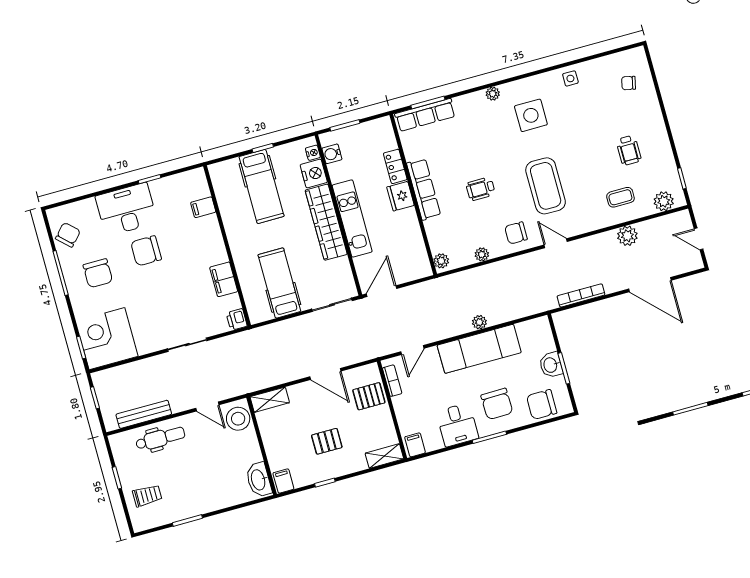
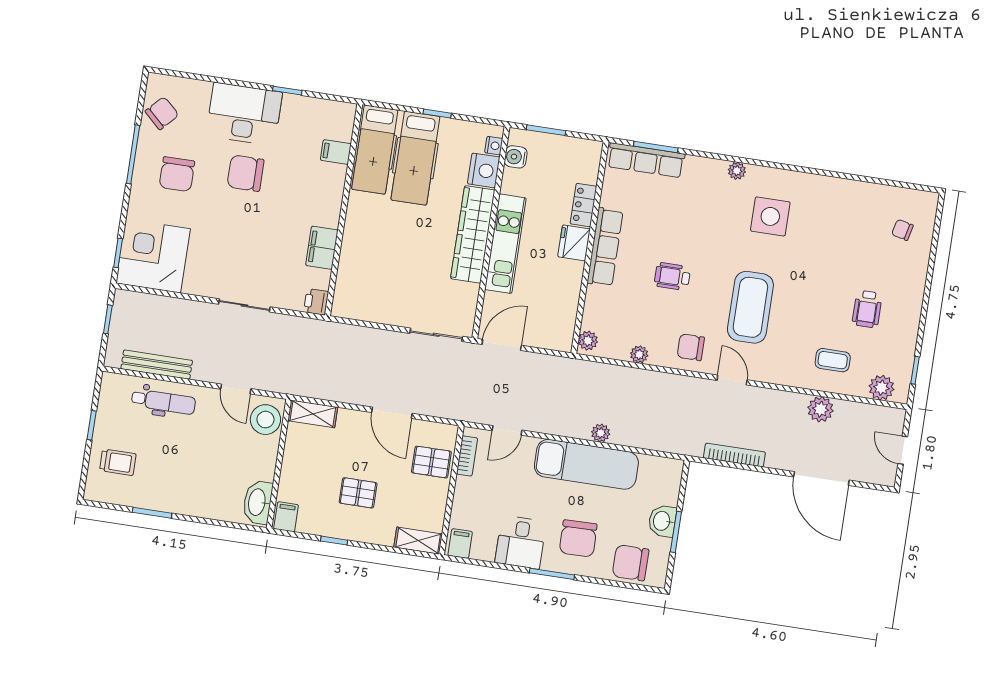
side table: (570, 78) -> (836, 194), removed
hospital bed: (279, 283) -> (375, 150), moved, turned 180

